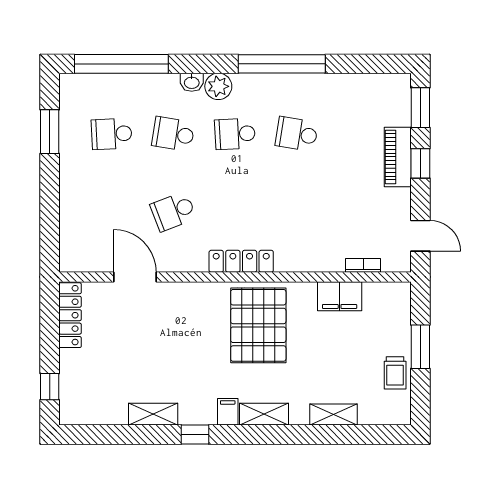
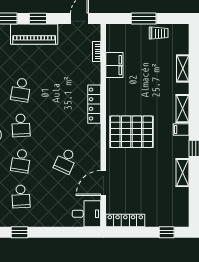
window: (50, 132) -> (19, 232), width x0.67
piano: (398, 157) -> (34, 34), width x1.37, depth x1.33
school desk: (173, 211) -> (66, 161), turned 45
desk: (82, 248) -> (86, 214), added
locker: (241, 261) -> (94, 104), moved
pallet: (258, 325) -> (131, 132), moved

